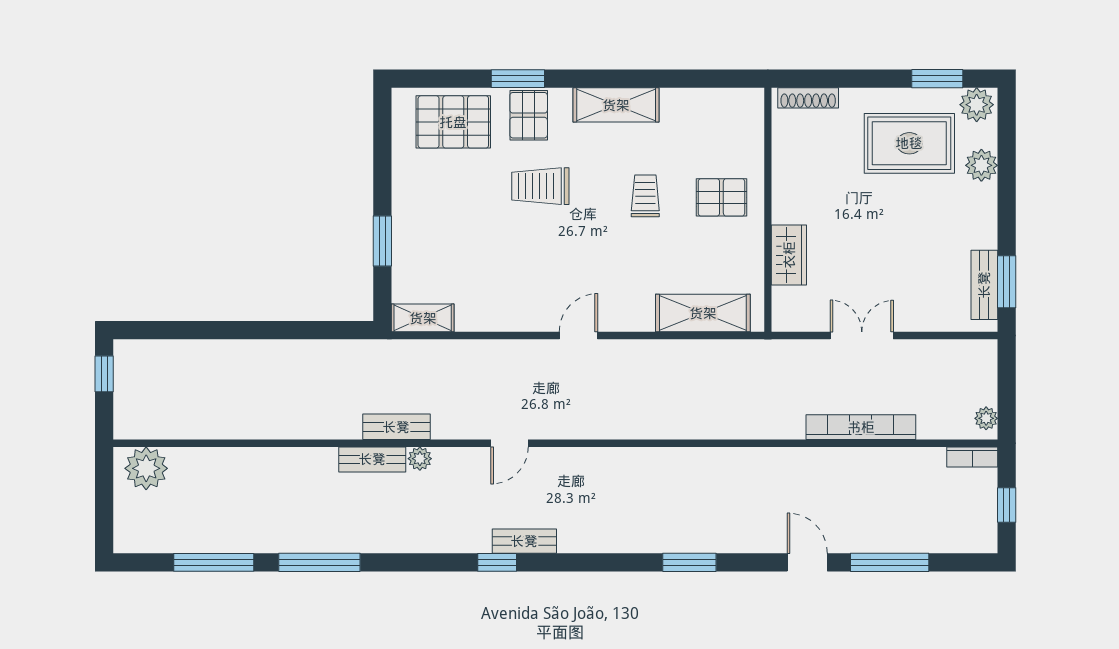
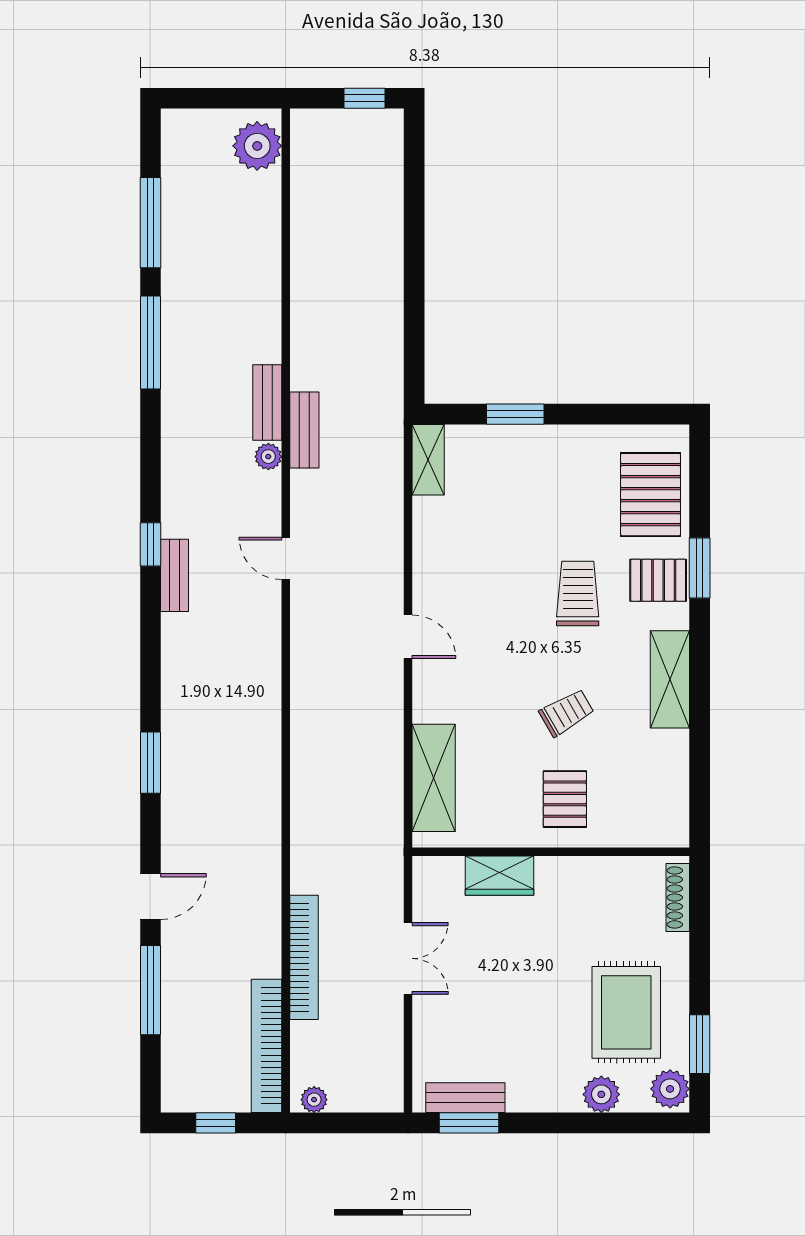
trolley: (645, 196) -> (567, 713), turned -30
bookcase: (972, 457) -> (267, 1046), width x2.31, depth x1.31

